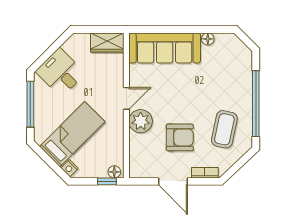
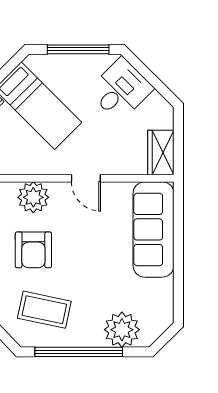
floor lamp: (208, 39) -> (166, 287), removed
plant: (239, 72) -> (122, 330), added
plant: (141, 121) -> (33, 197), moved

